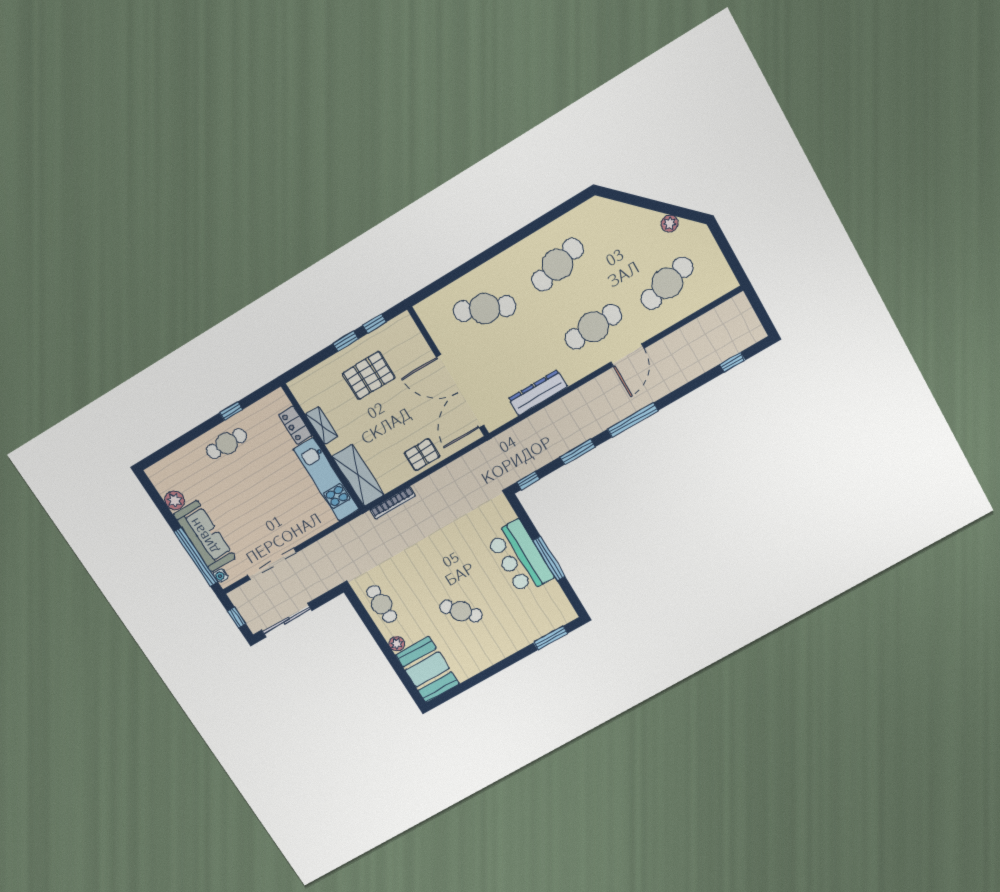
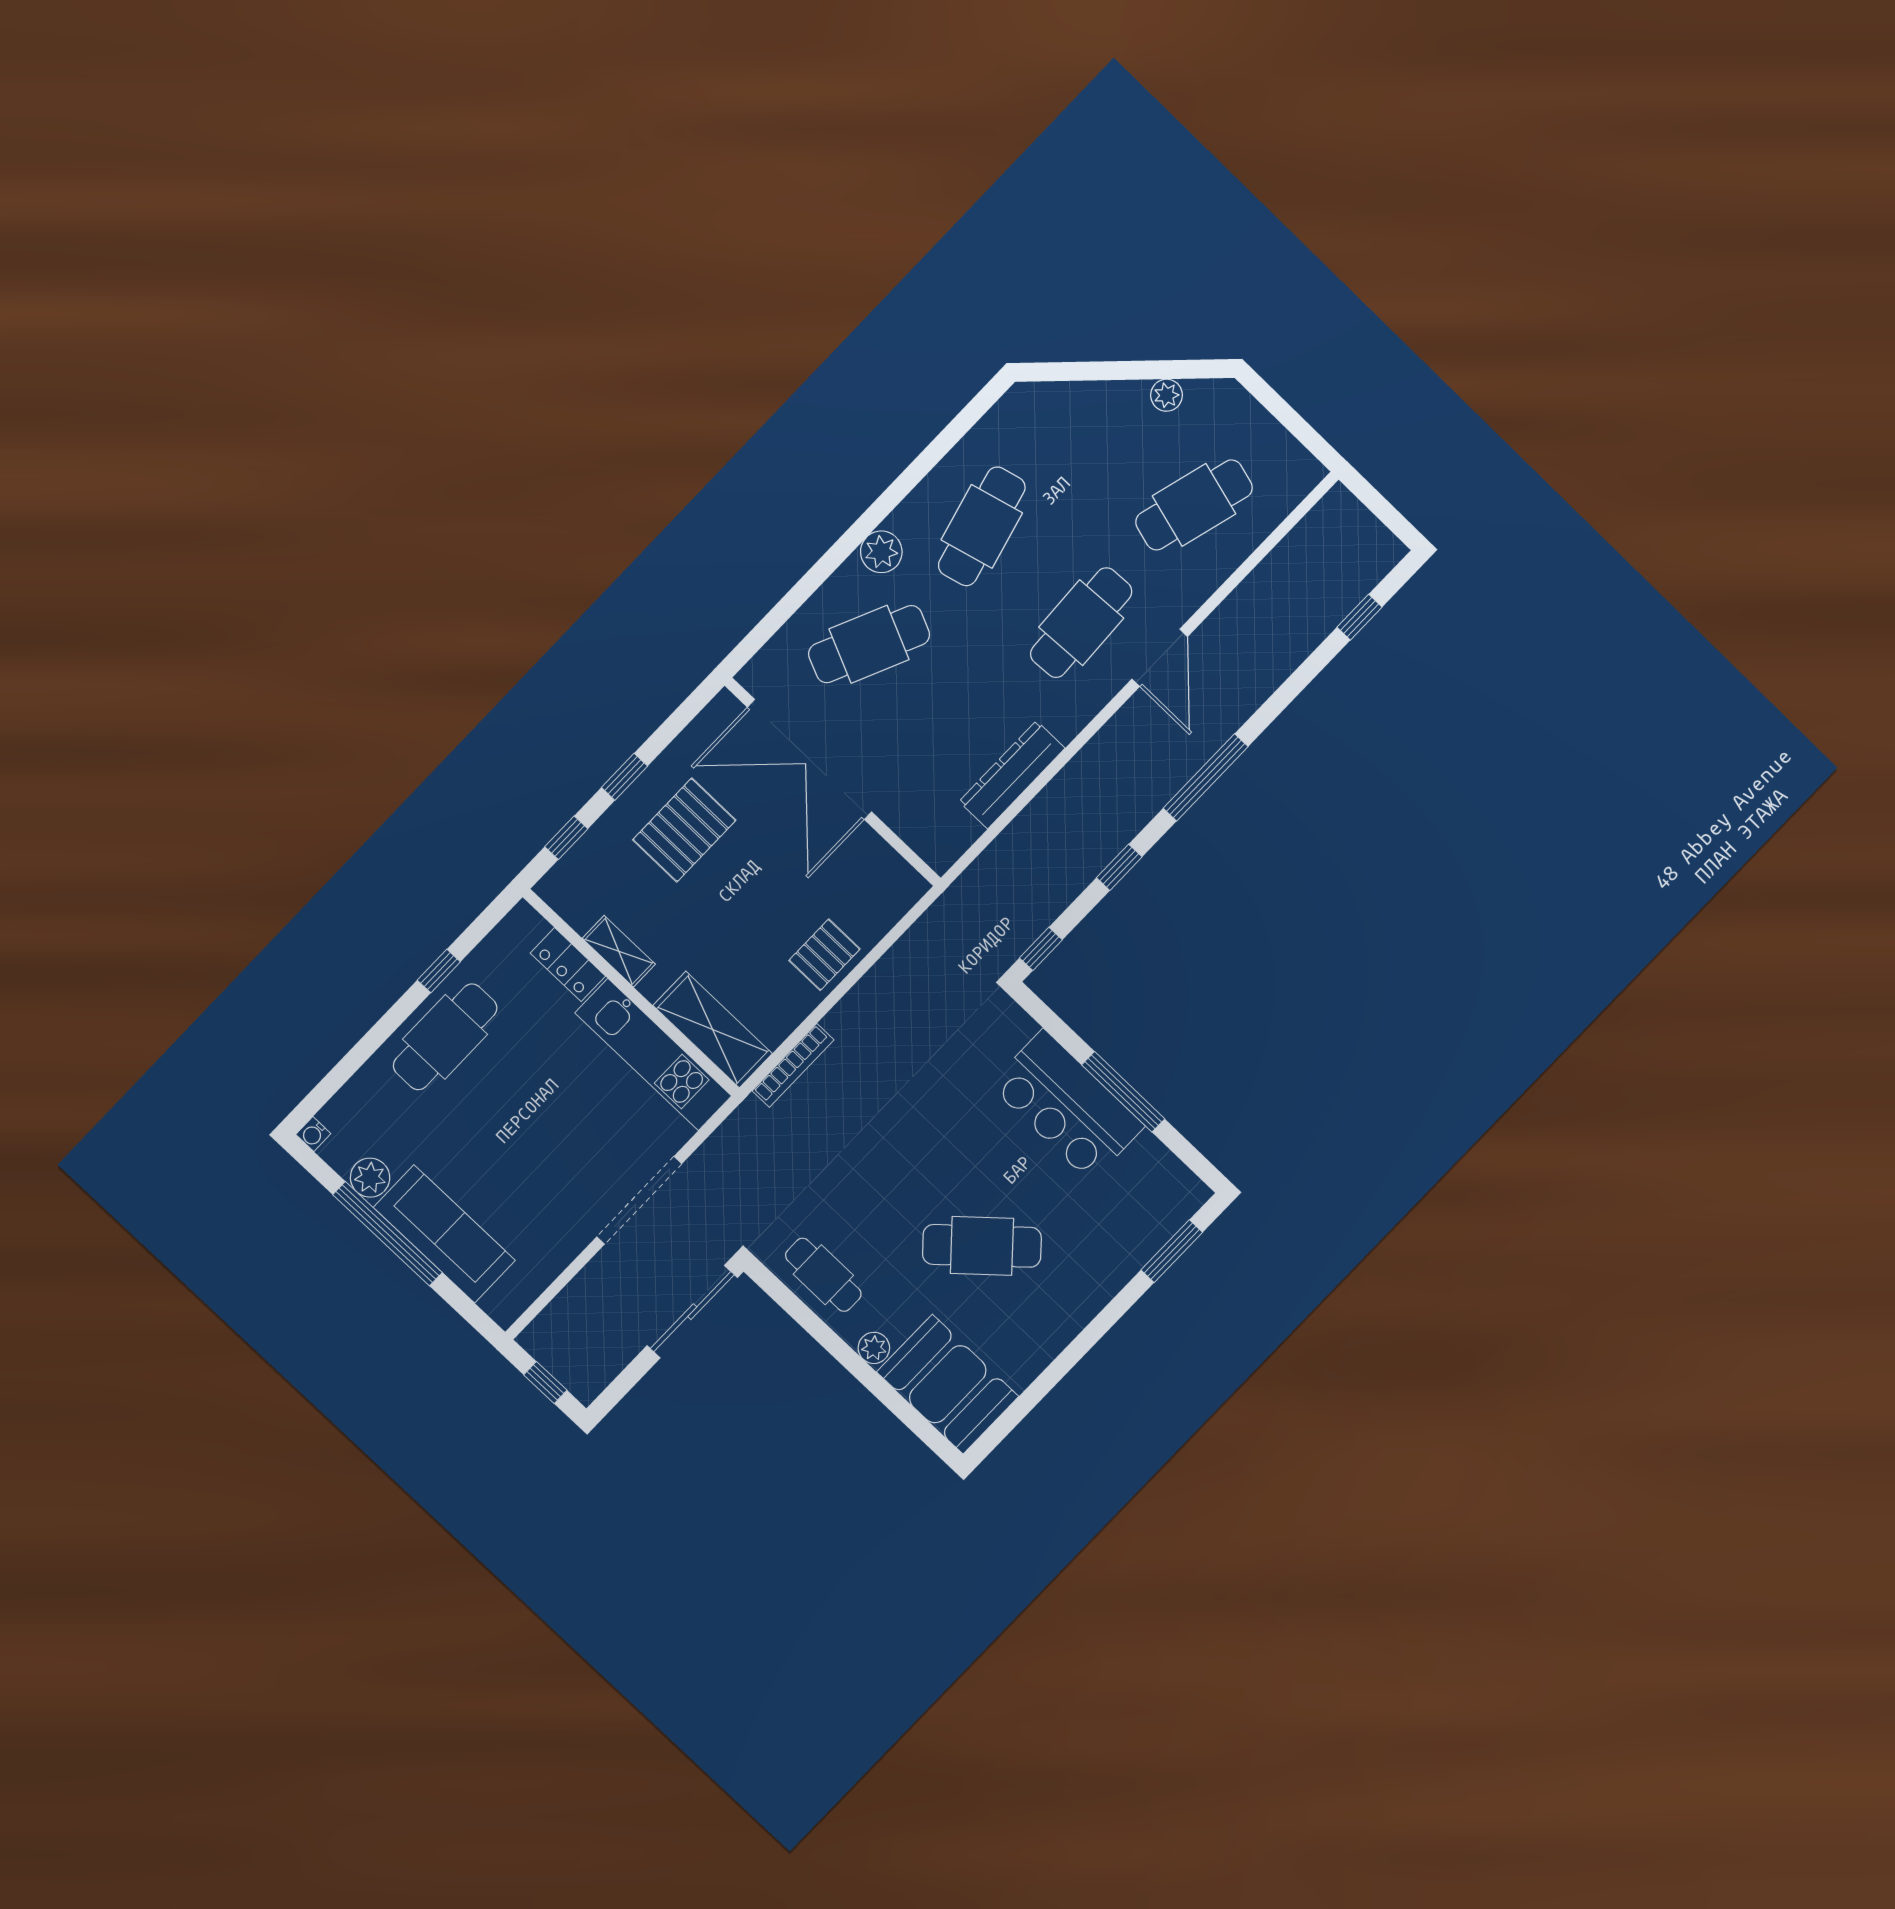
plant: (503, 264) -> (881, 552), added
cafe table: (667, 283) -> (1194, 505), turned 30
window: (375, 324) -> (566, 838), moved
double door: (460, 391) -> (810, 759), moved
cafe table: (227, 444) -> (445, 1037), width x1.37, depth x1.35
window: (578, 452) -> (1119, 867), width x0.67
window: (196, 557) -> (387, 1234), moved
doorway: (272, 564) -> (639, 1200), moved
water cooler: (221, 576) -> (313, 1134), moved
cafe table: (461, 611) -> (982, 1246), width x1.37, depth x1.35
sliding door: (287, 620) -> (692, 1312), moved

